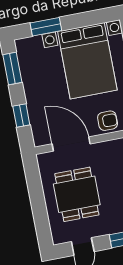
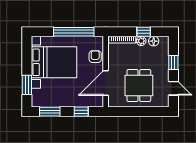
dining table: (77, 194) -> (139, 85), turned 90

